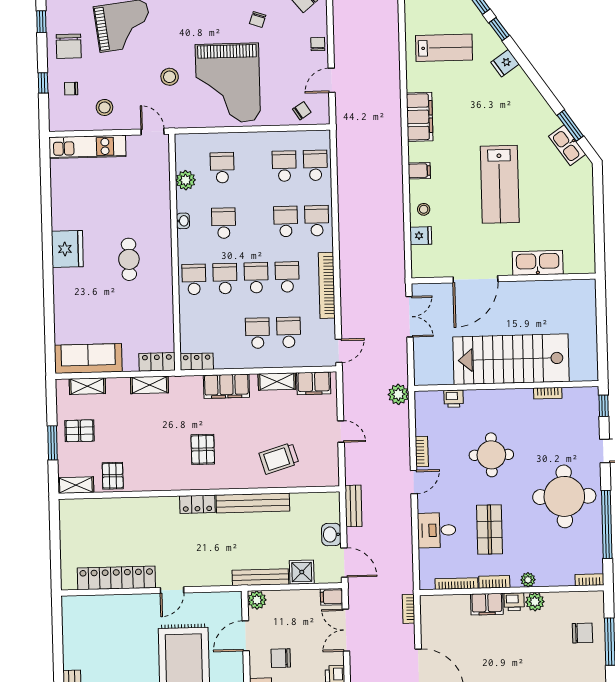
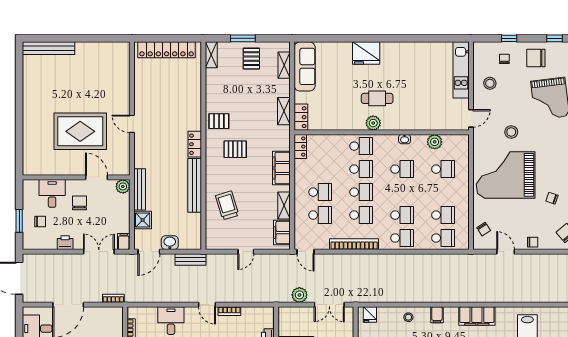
fridge: (421, 236) -> (370, 315), moved
fridge: (67, 249) -> (366, 53), moved
plant: (162, 264) -> (373, 123), added
plant: (398, 394) -> (299, 295), moved
pallet: (113, 476) -> (219, 121), moved
locker: (116, 578) -> (167, 50), moved, turned 90

